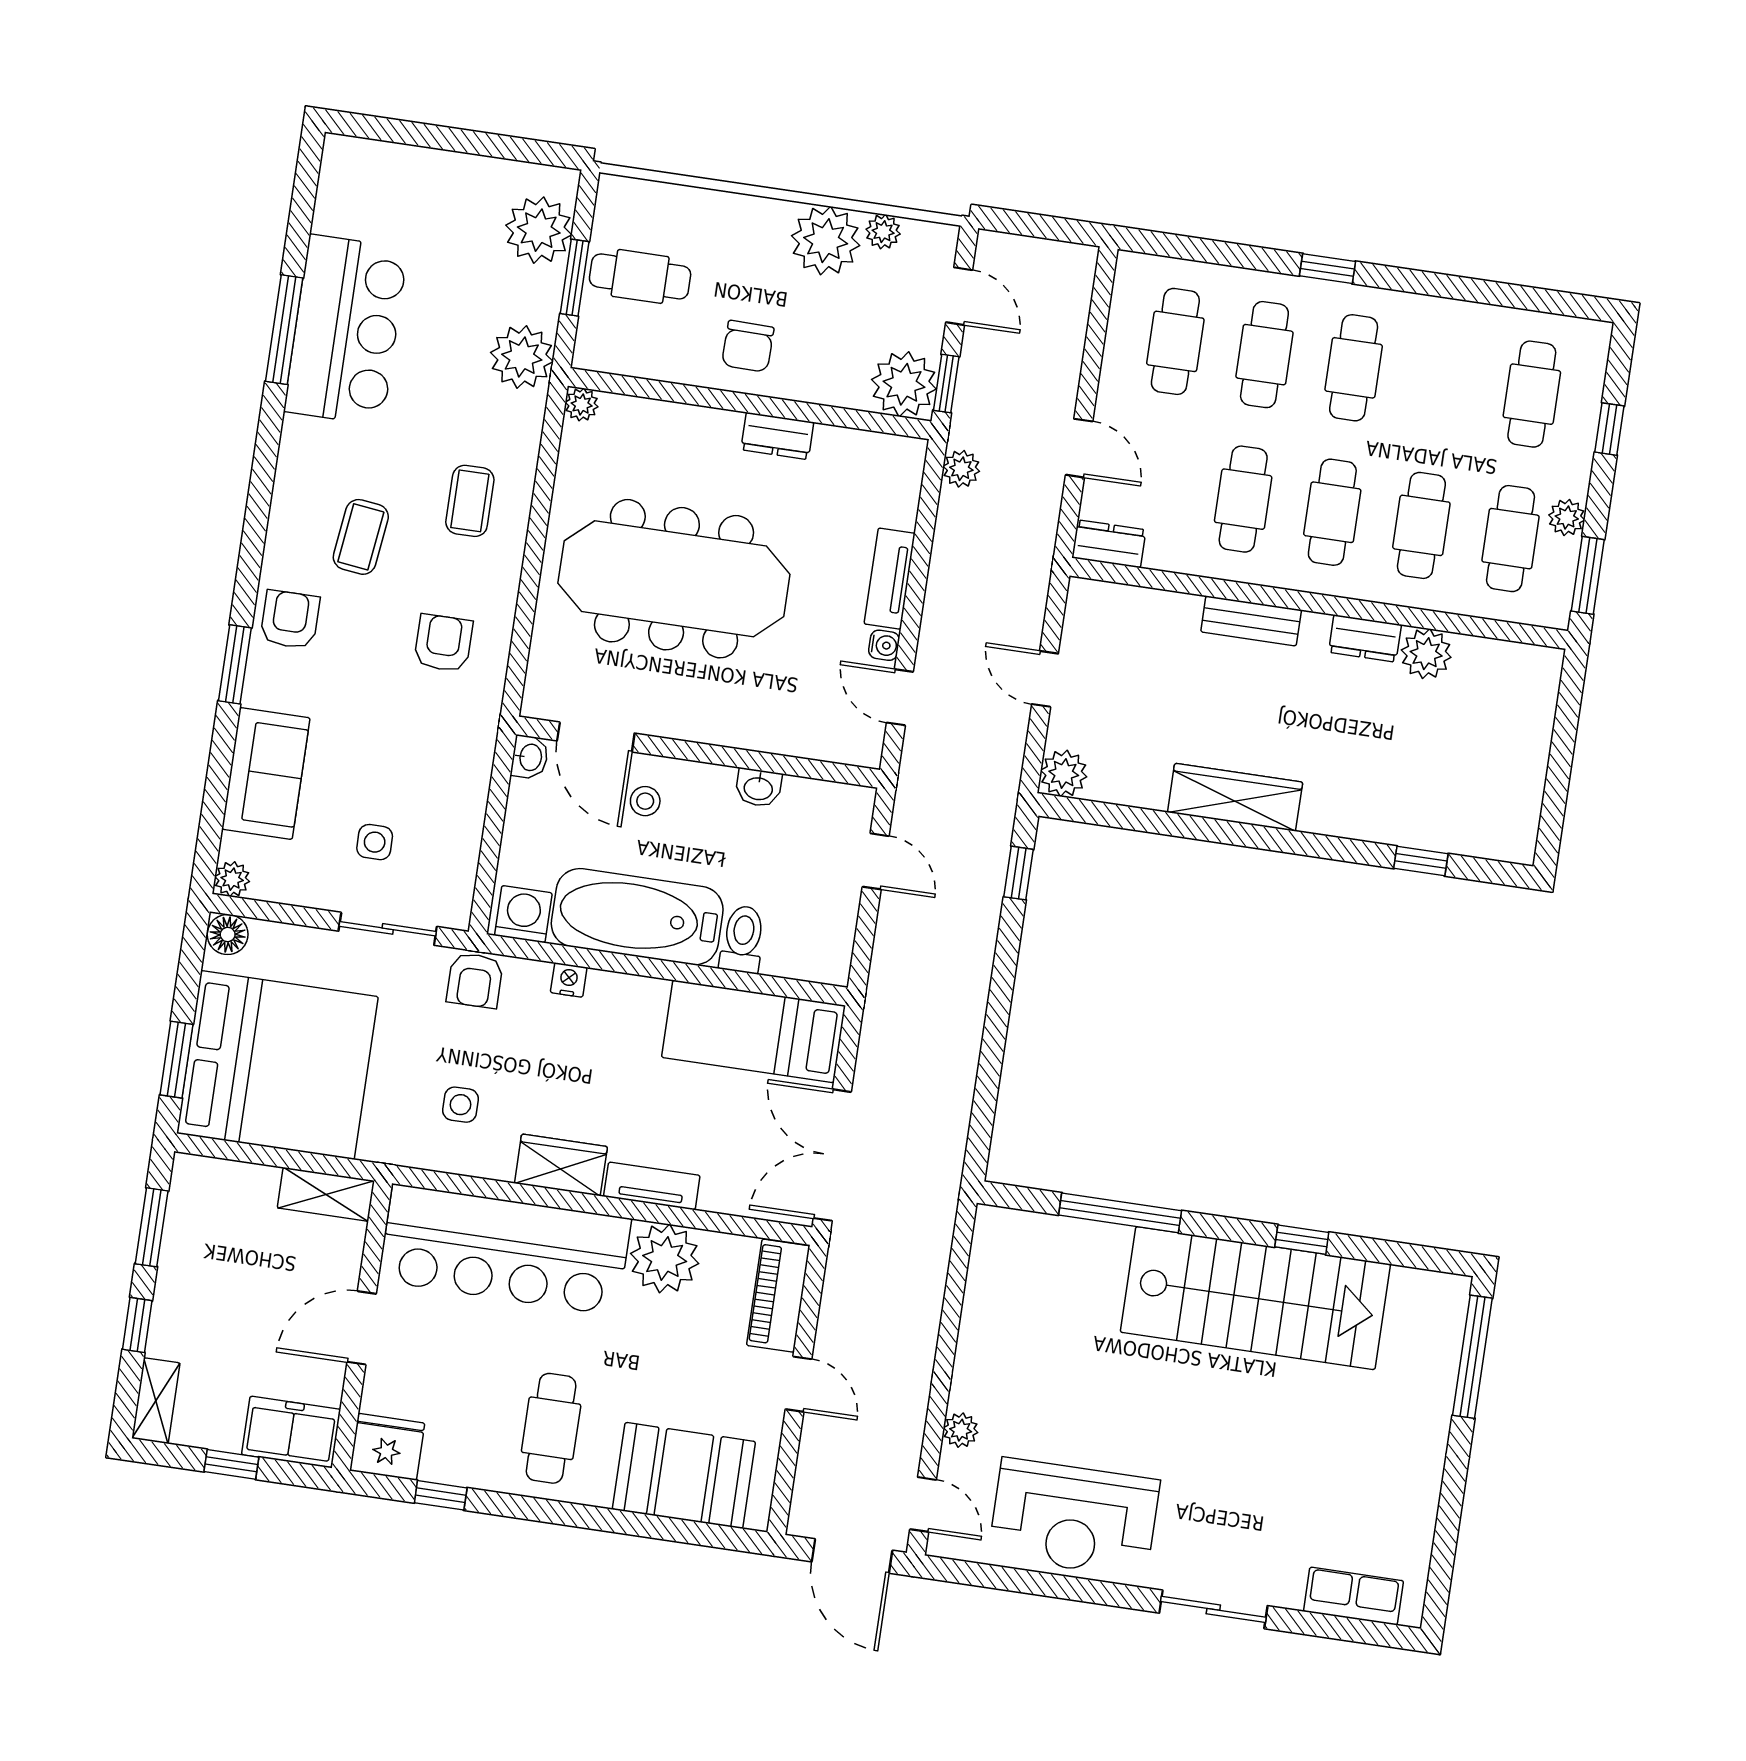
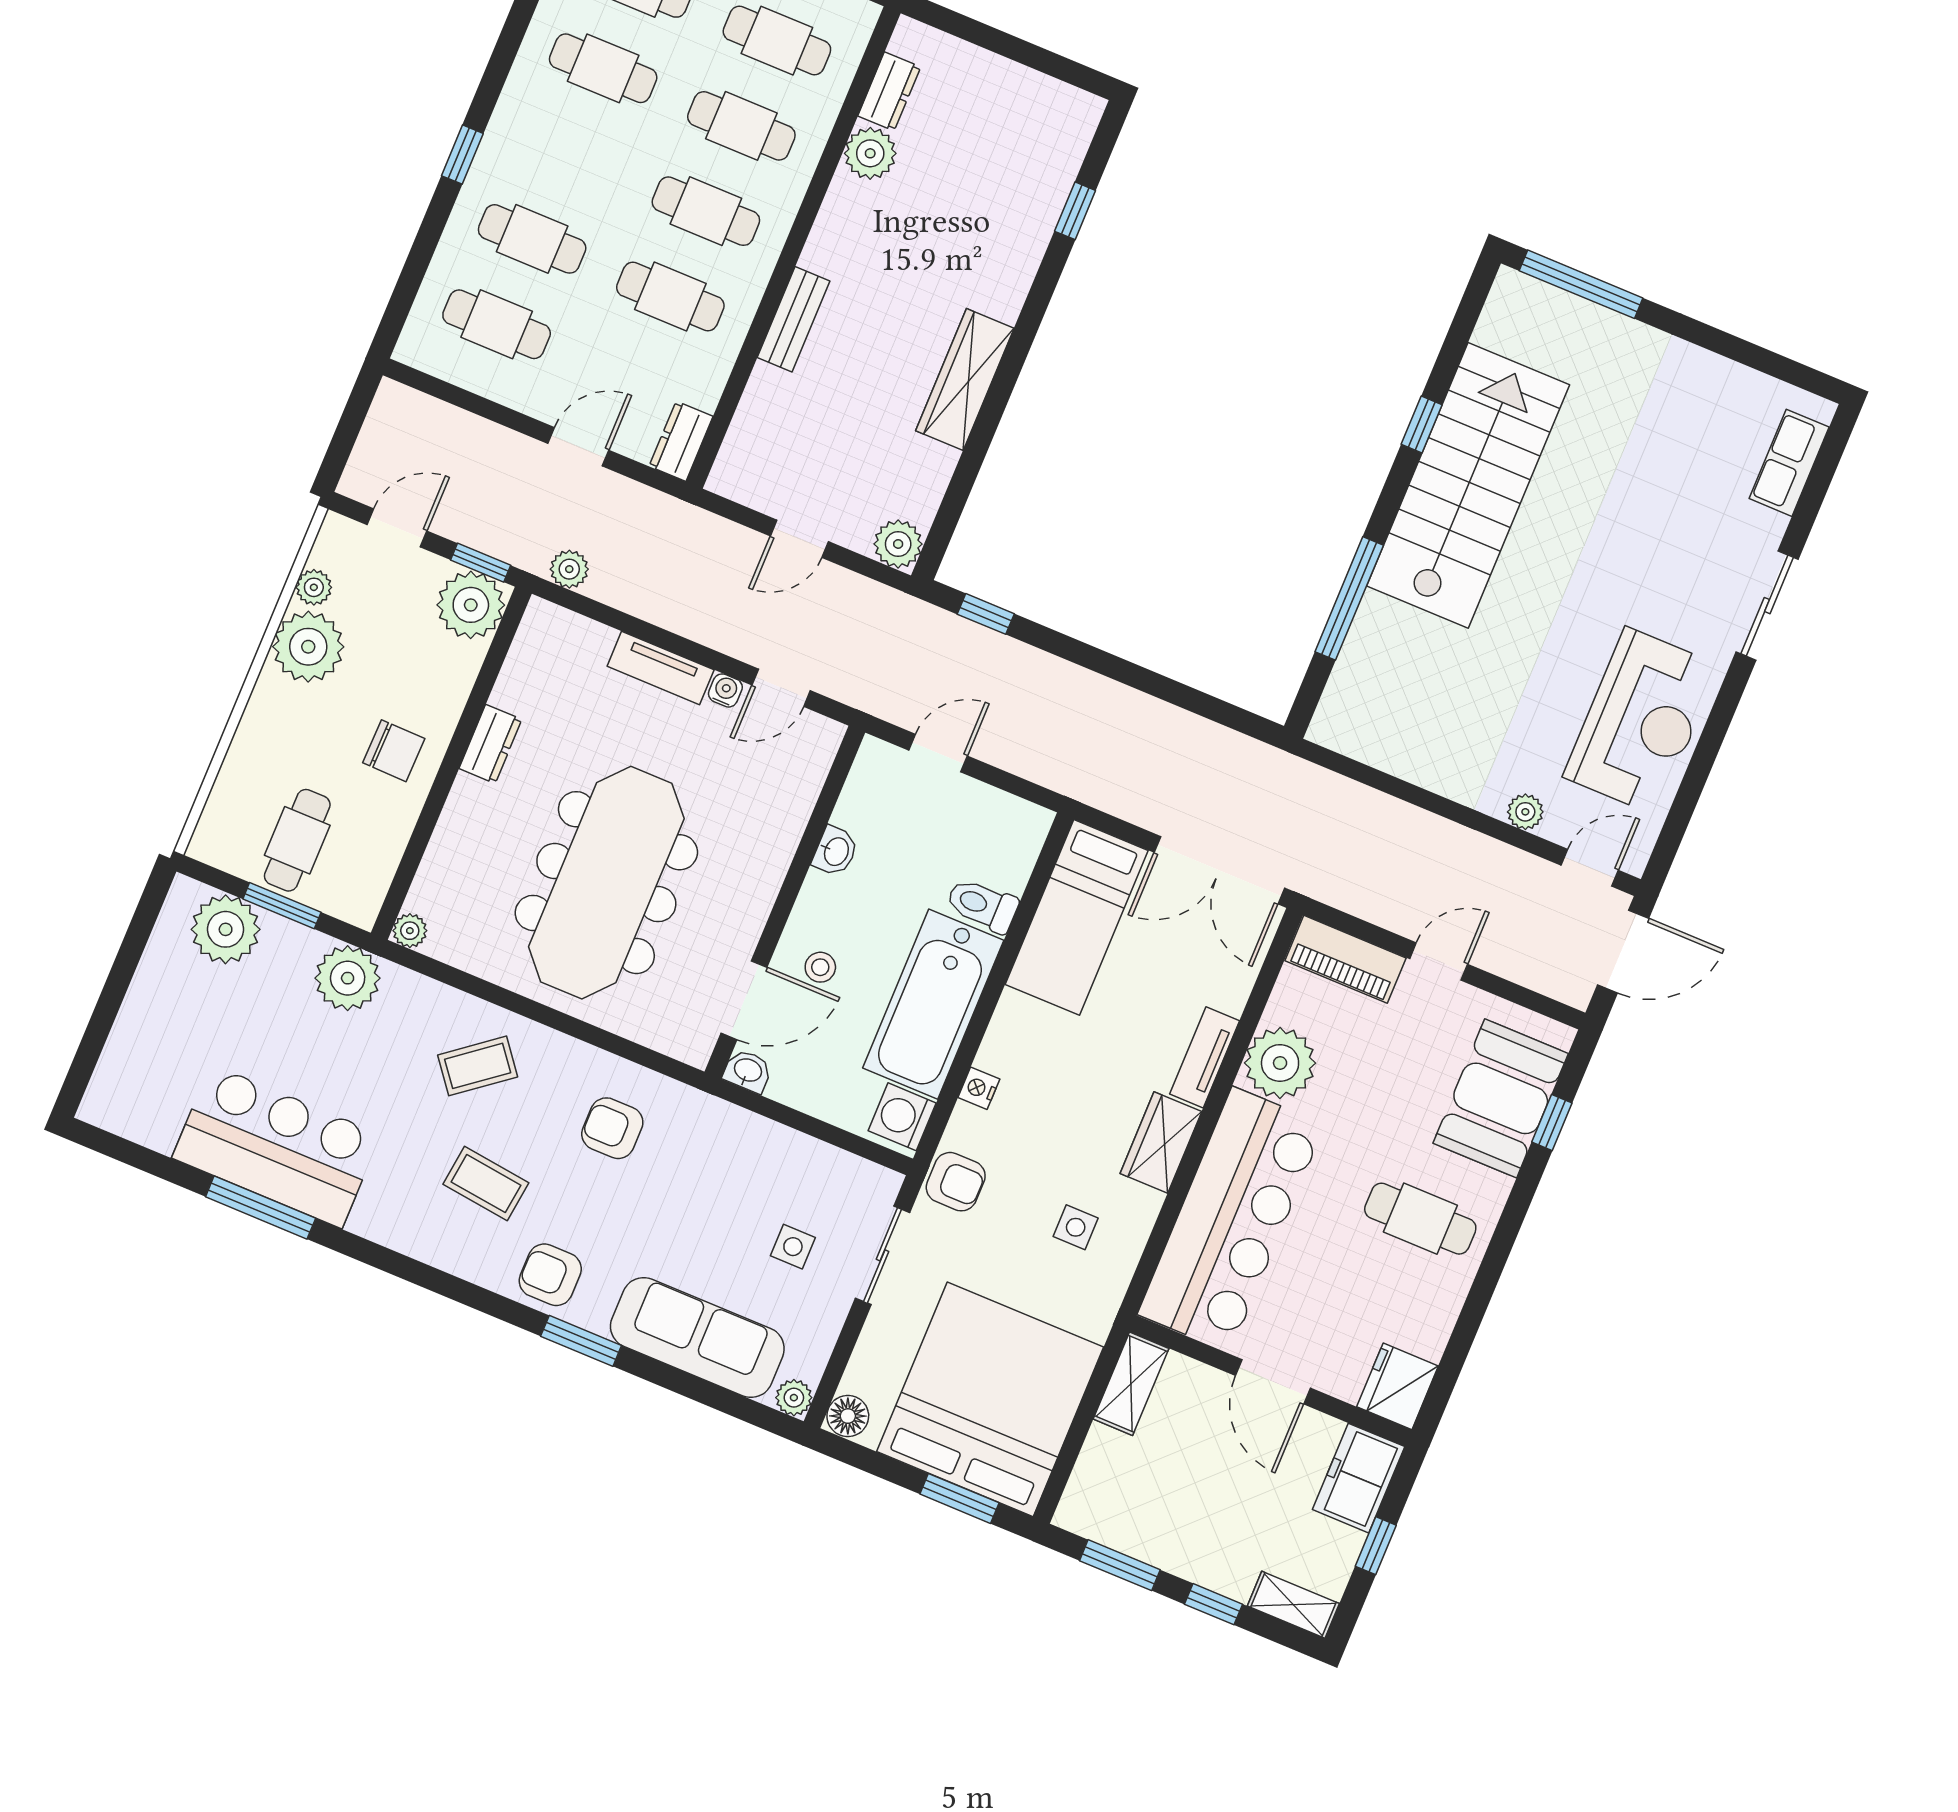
cafe table: (1354, 368) -> (603, 68), moved
coffee table: (470, 501) -> (478, 1066), turned -38
dresser: (1365, 638) -> (889, 91), moved
sofa: (266, 773) -> (697, 1337), width x1.36
window: (441, 1495) -> (1552, 1122), moved

